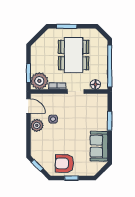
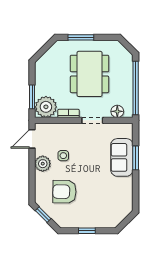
door: (28, 106) -> (32, 139), swing flipped
sofa: (99, 146) -> (122, 157), moved
armchair: (64, 163) -> (64, 192), moved

